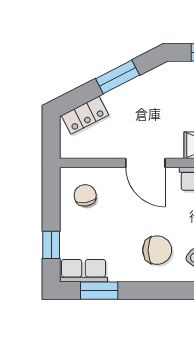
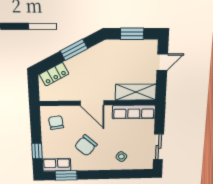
chair: (157, 250) -> (86, 145), moved, turned 131

